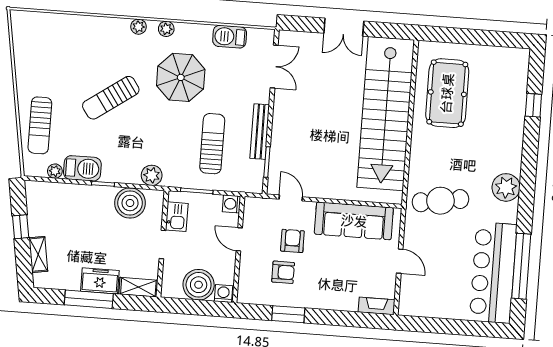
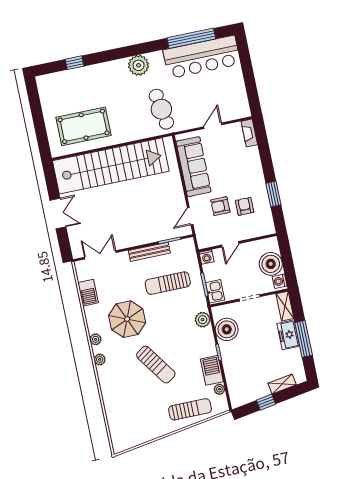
kitchen sink: (177, 217) -> (215, 291), moved, turned 90
washing machine: (223, 294) -> (280, 281), moved

